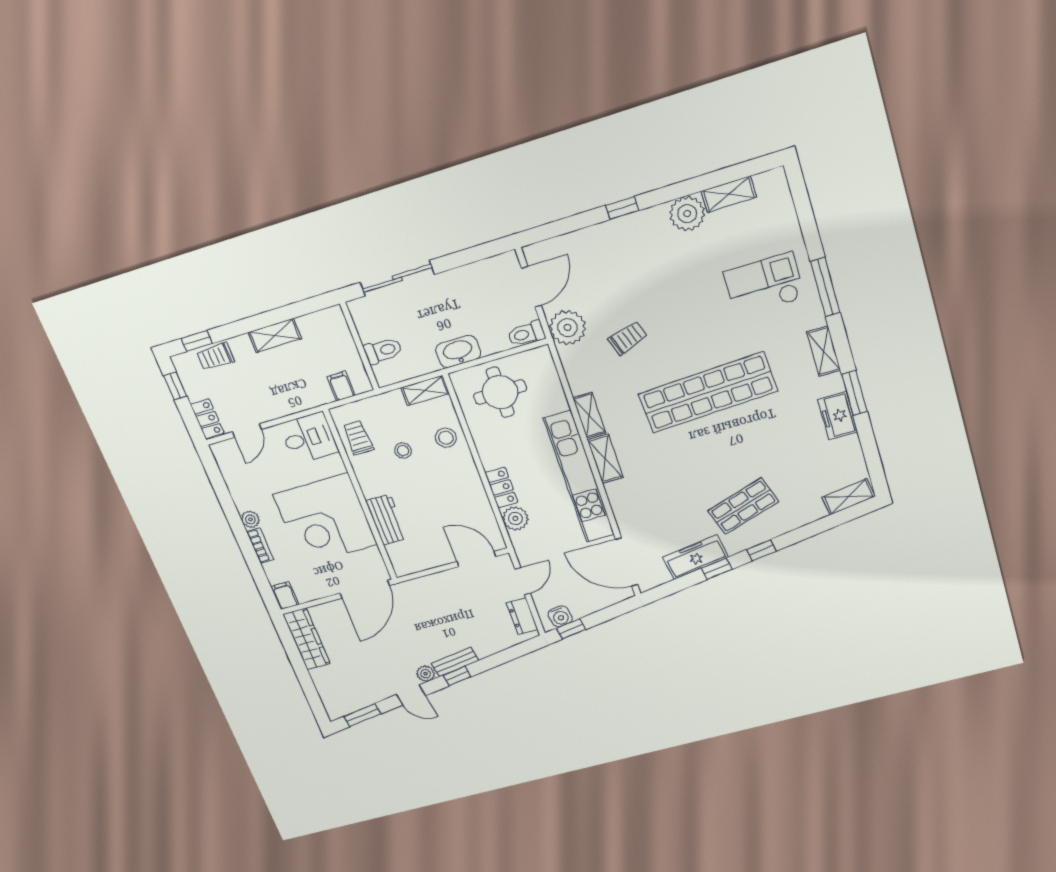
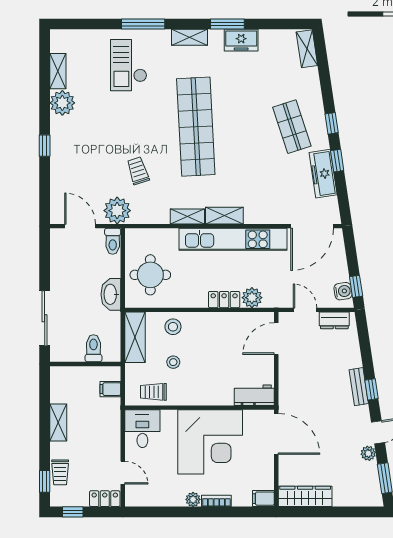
shelving: (425, 391) -> (135, 337), width x1.50, depth x1.33
workbench: (387, 520) -> (254, 395), moved
plant: (426, 674) -> (368, 453), moved

